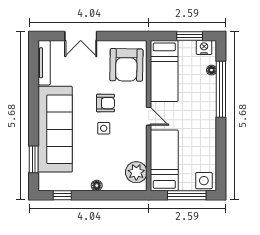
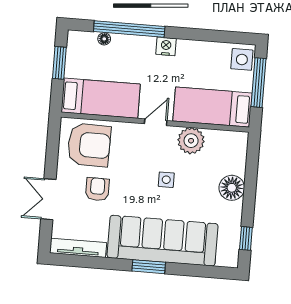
double door: (81, 36) -> (48, 199), swing flipped
nightstand: (204, 48) -> (166, 46), moved, turned 90
armchair: (105, 103) -> (97, 189), moved
window: (34, 159) -> (149, 267), moved
plant: (136, 172) -> (191, 141), moved
floor lamp: (97, 185) -> (232, 188), width x1.89, depth x1.89

